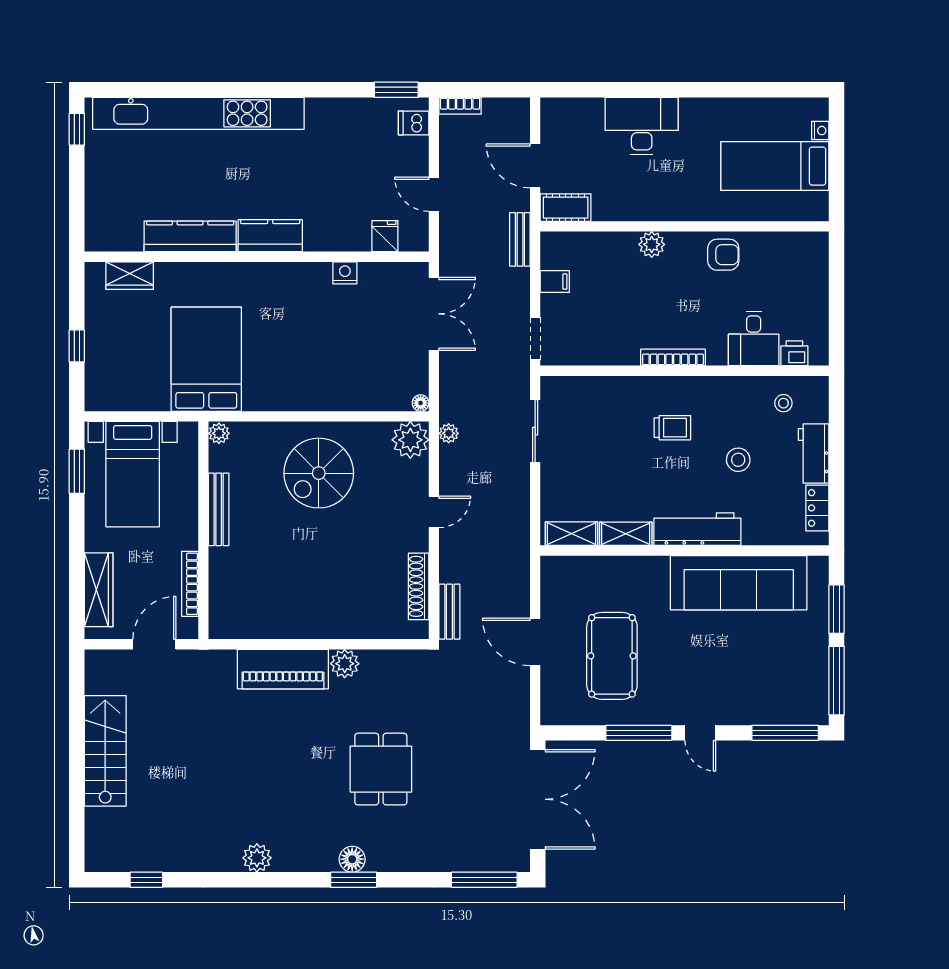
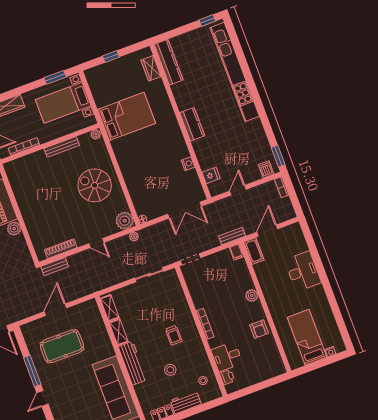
kitchen counter: (190, 236) -> (169, 62), moved
filing cabinet: (555, 282) -> (237, 252), moved

